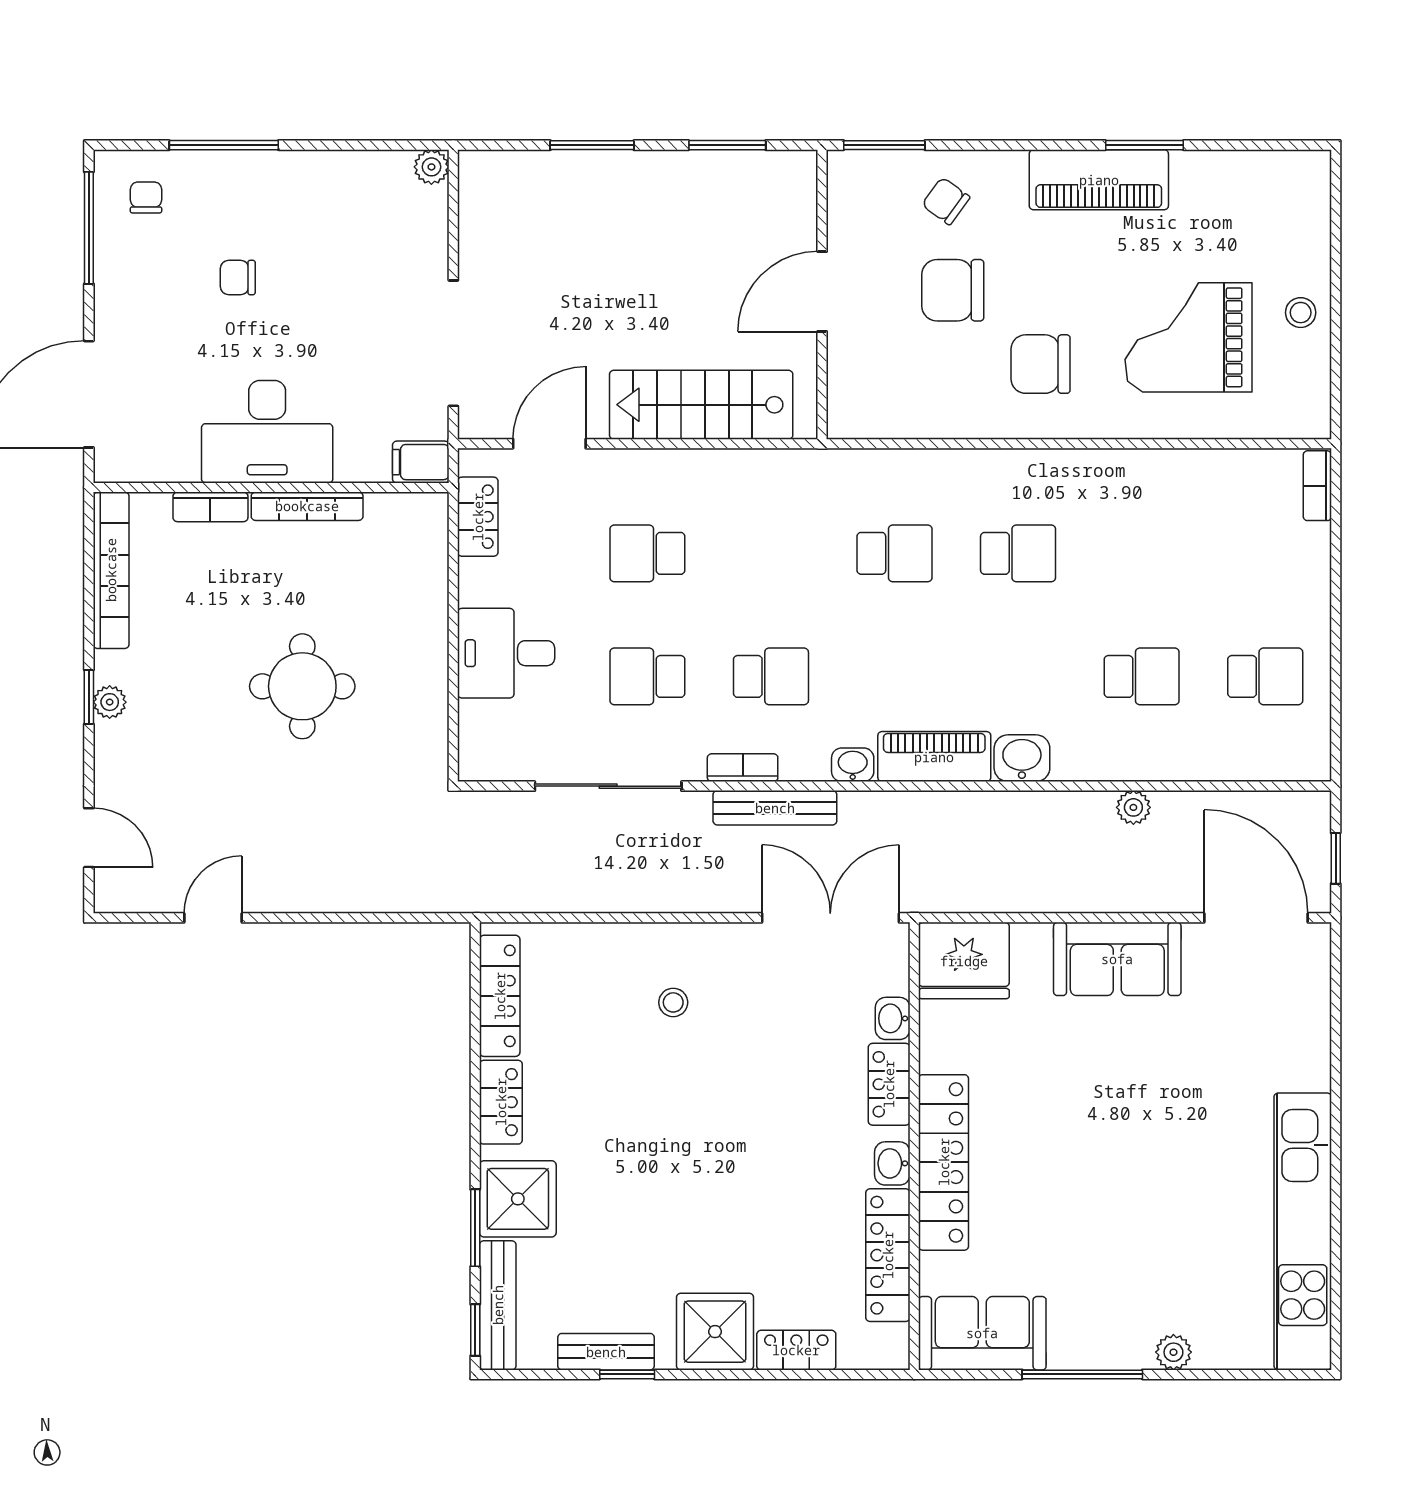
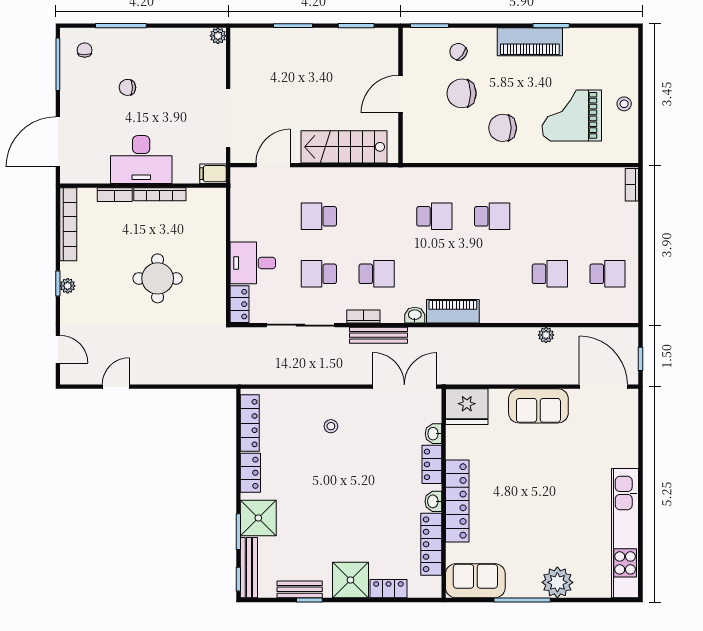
locker: (478, 517) -> (240, 304), moved
washbasin: (1022, 758) -> (494, 312), removed
plant: (1173, 1352) -> (557, 582), width x1.88, depth x1.88

